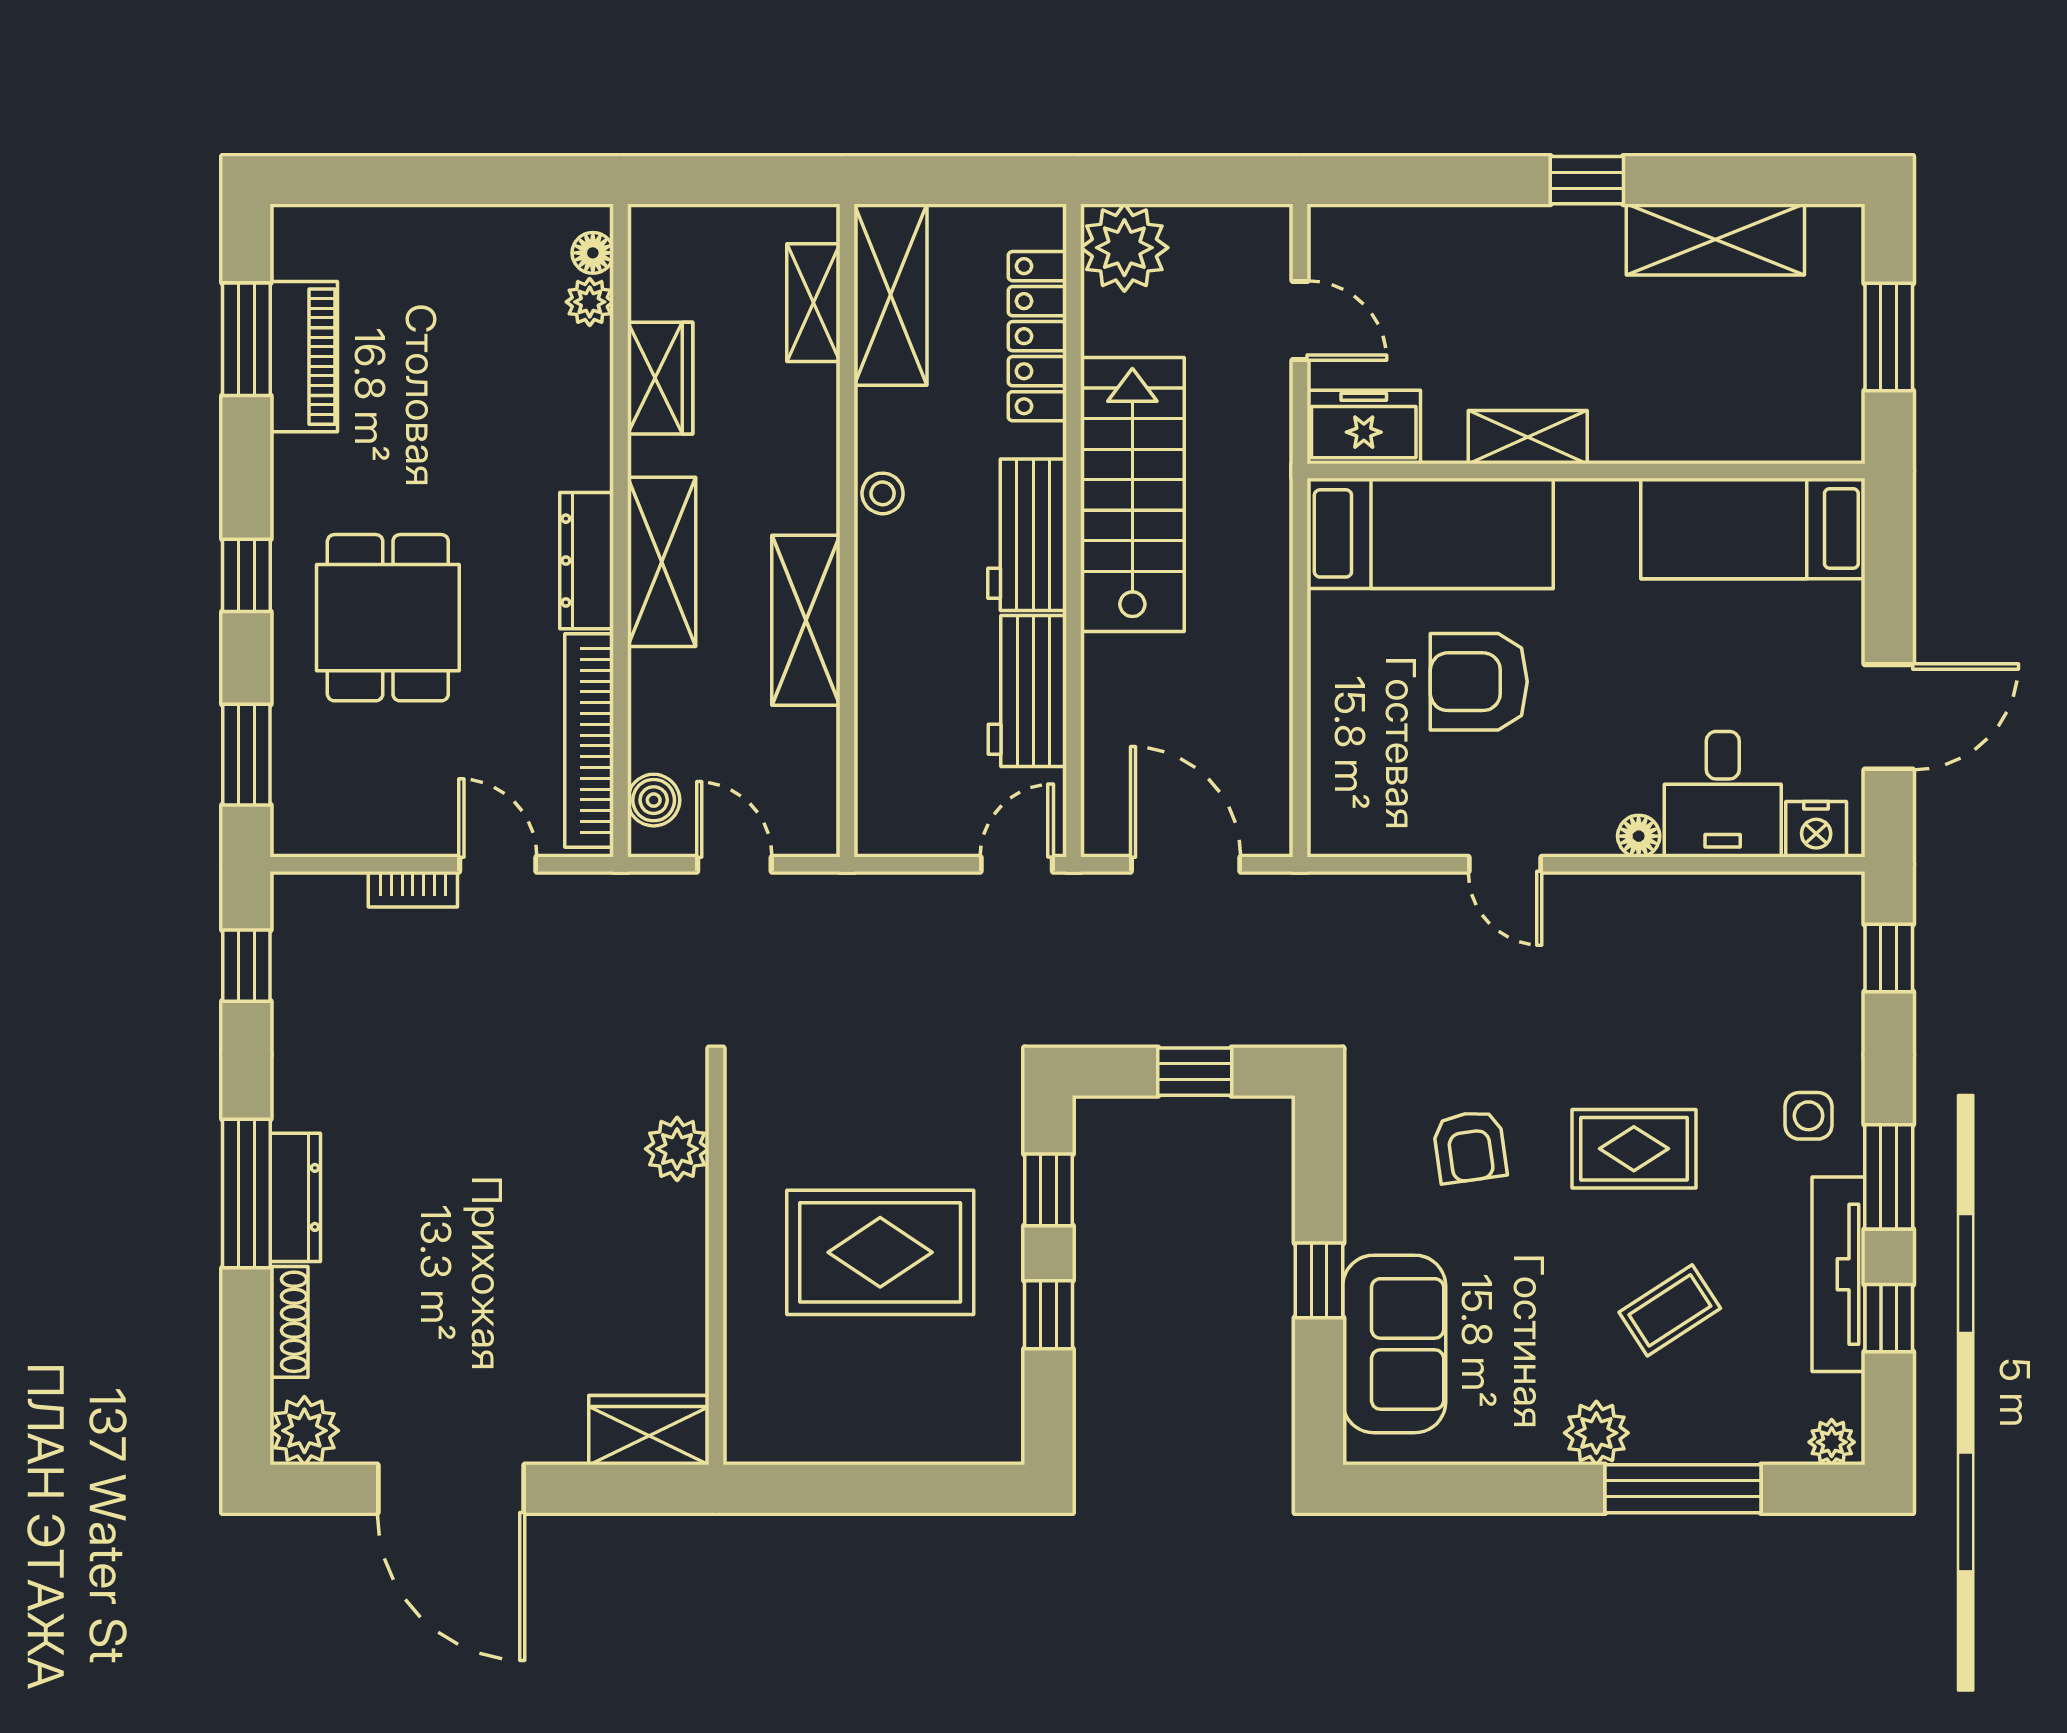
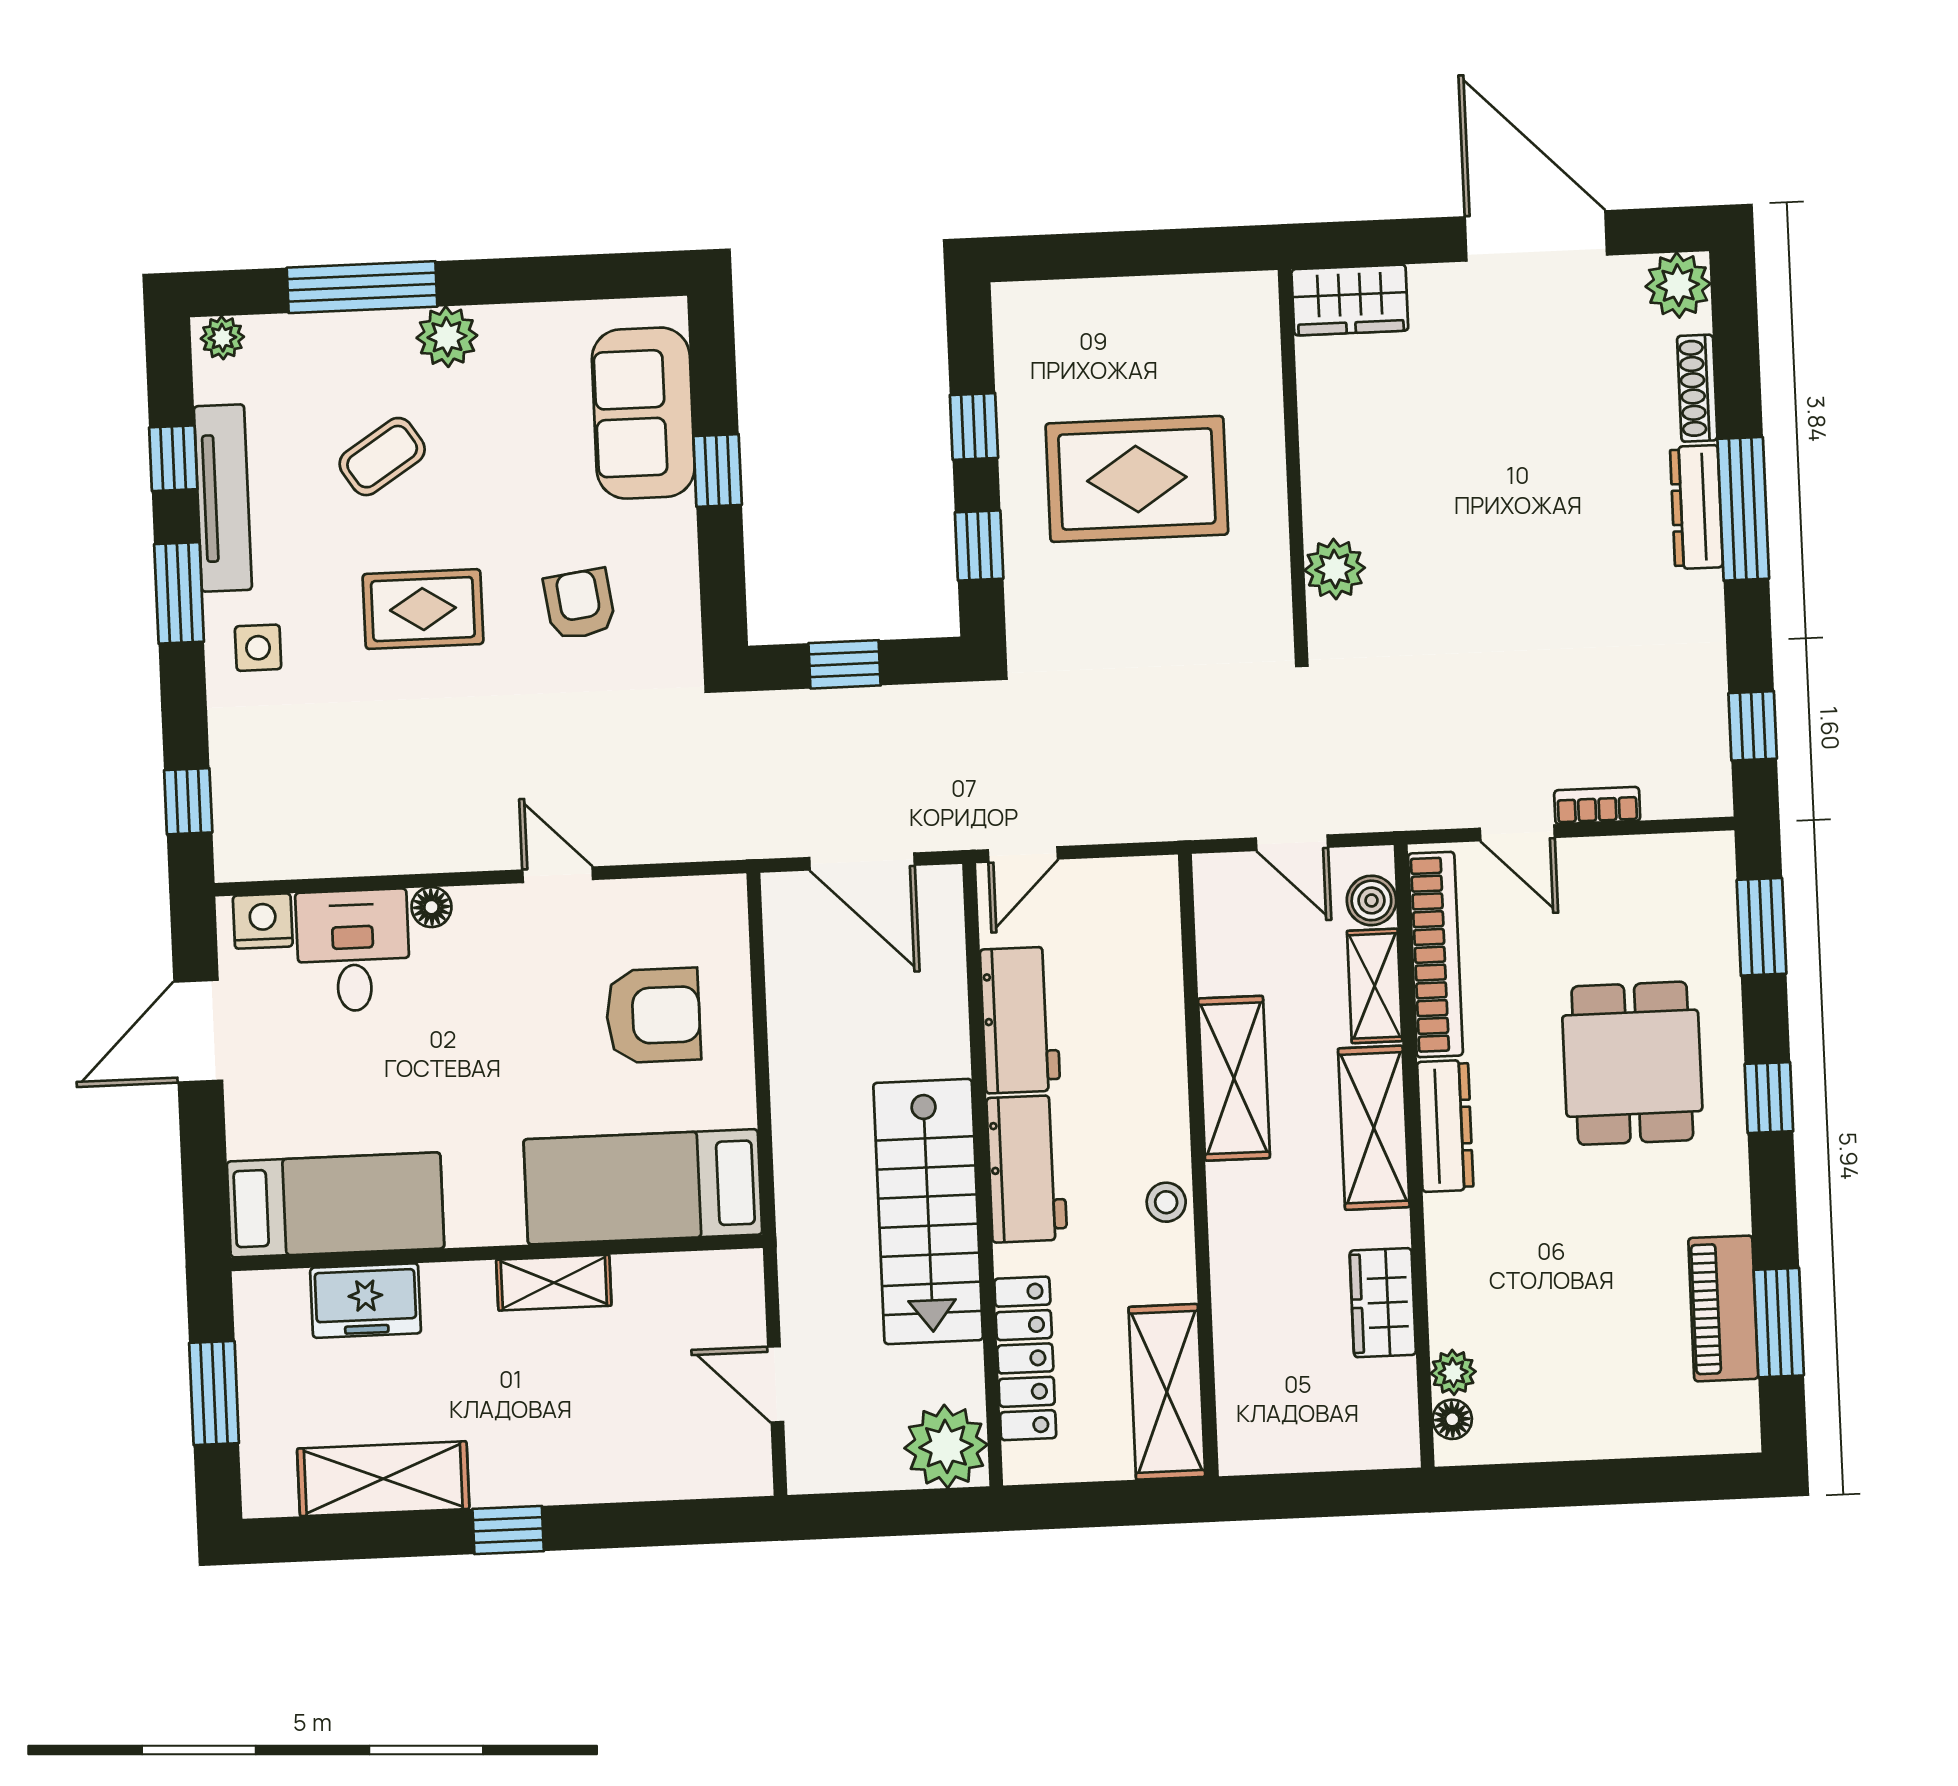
shelving: (813, 303) -> (1375, 986), moved
freezer: (1364, 427) -> (366, 1301), moved
armchair: (1479, 682) -> (653, 1015), moved

